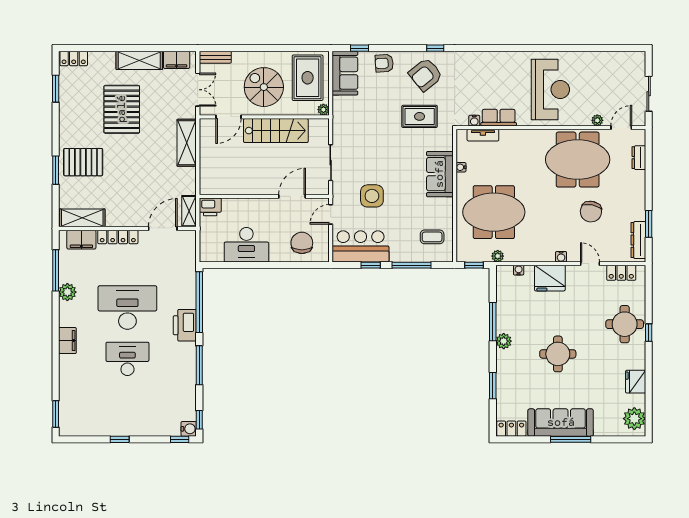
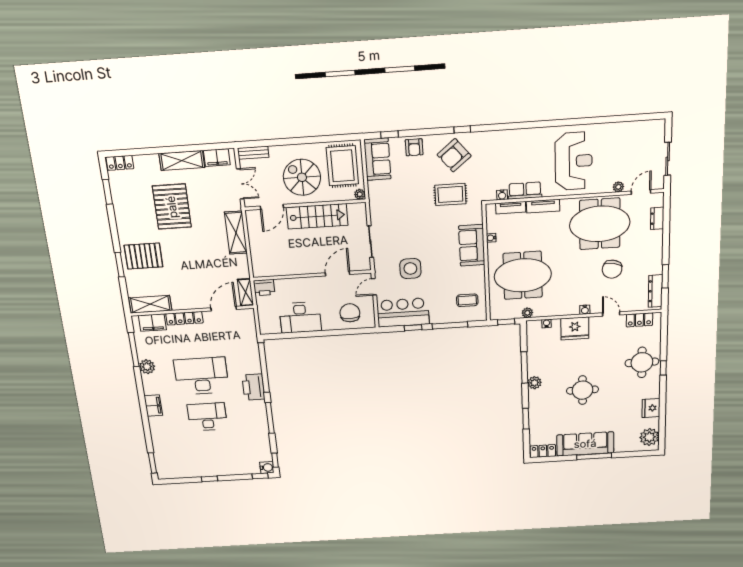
armchair: (384, 63) -> (414, 147), turned -87
tv unit: (517, 136) -> (543, 206), added

